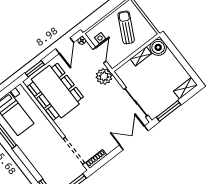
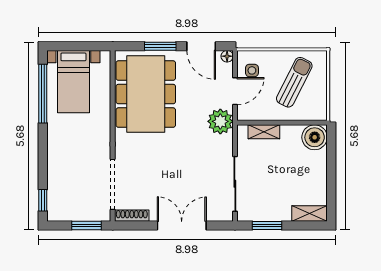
door: (65, 46) -> (201, 46), hinge flipped
shelving: (141, 56) -> (264, 132), moved
window: (35, 69) -> (160, 46), moved
window: (169, 111) -> (267, 226), width x0.69
double door: (134, 138) -> (182, 226), moved

